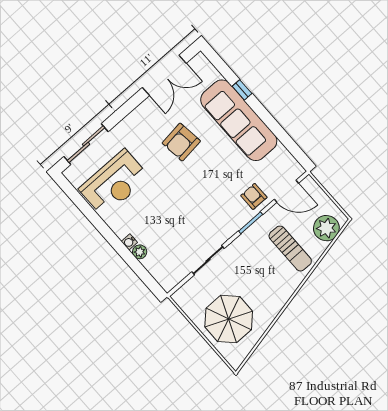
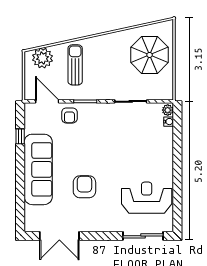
double door: (164, 75) -> (59, 236), swing flipped
window: (242, 90) -> (20, 136), moved
armchair: (181, 142) -> (84, 187), turned -83
water cooler: (129, 242) -> (169, 122), moved
plant: (140, 252) -> (168, 110), moved

